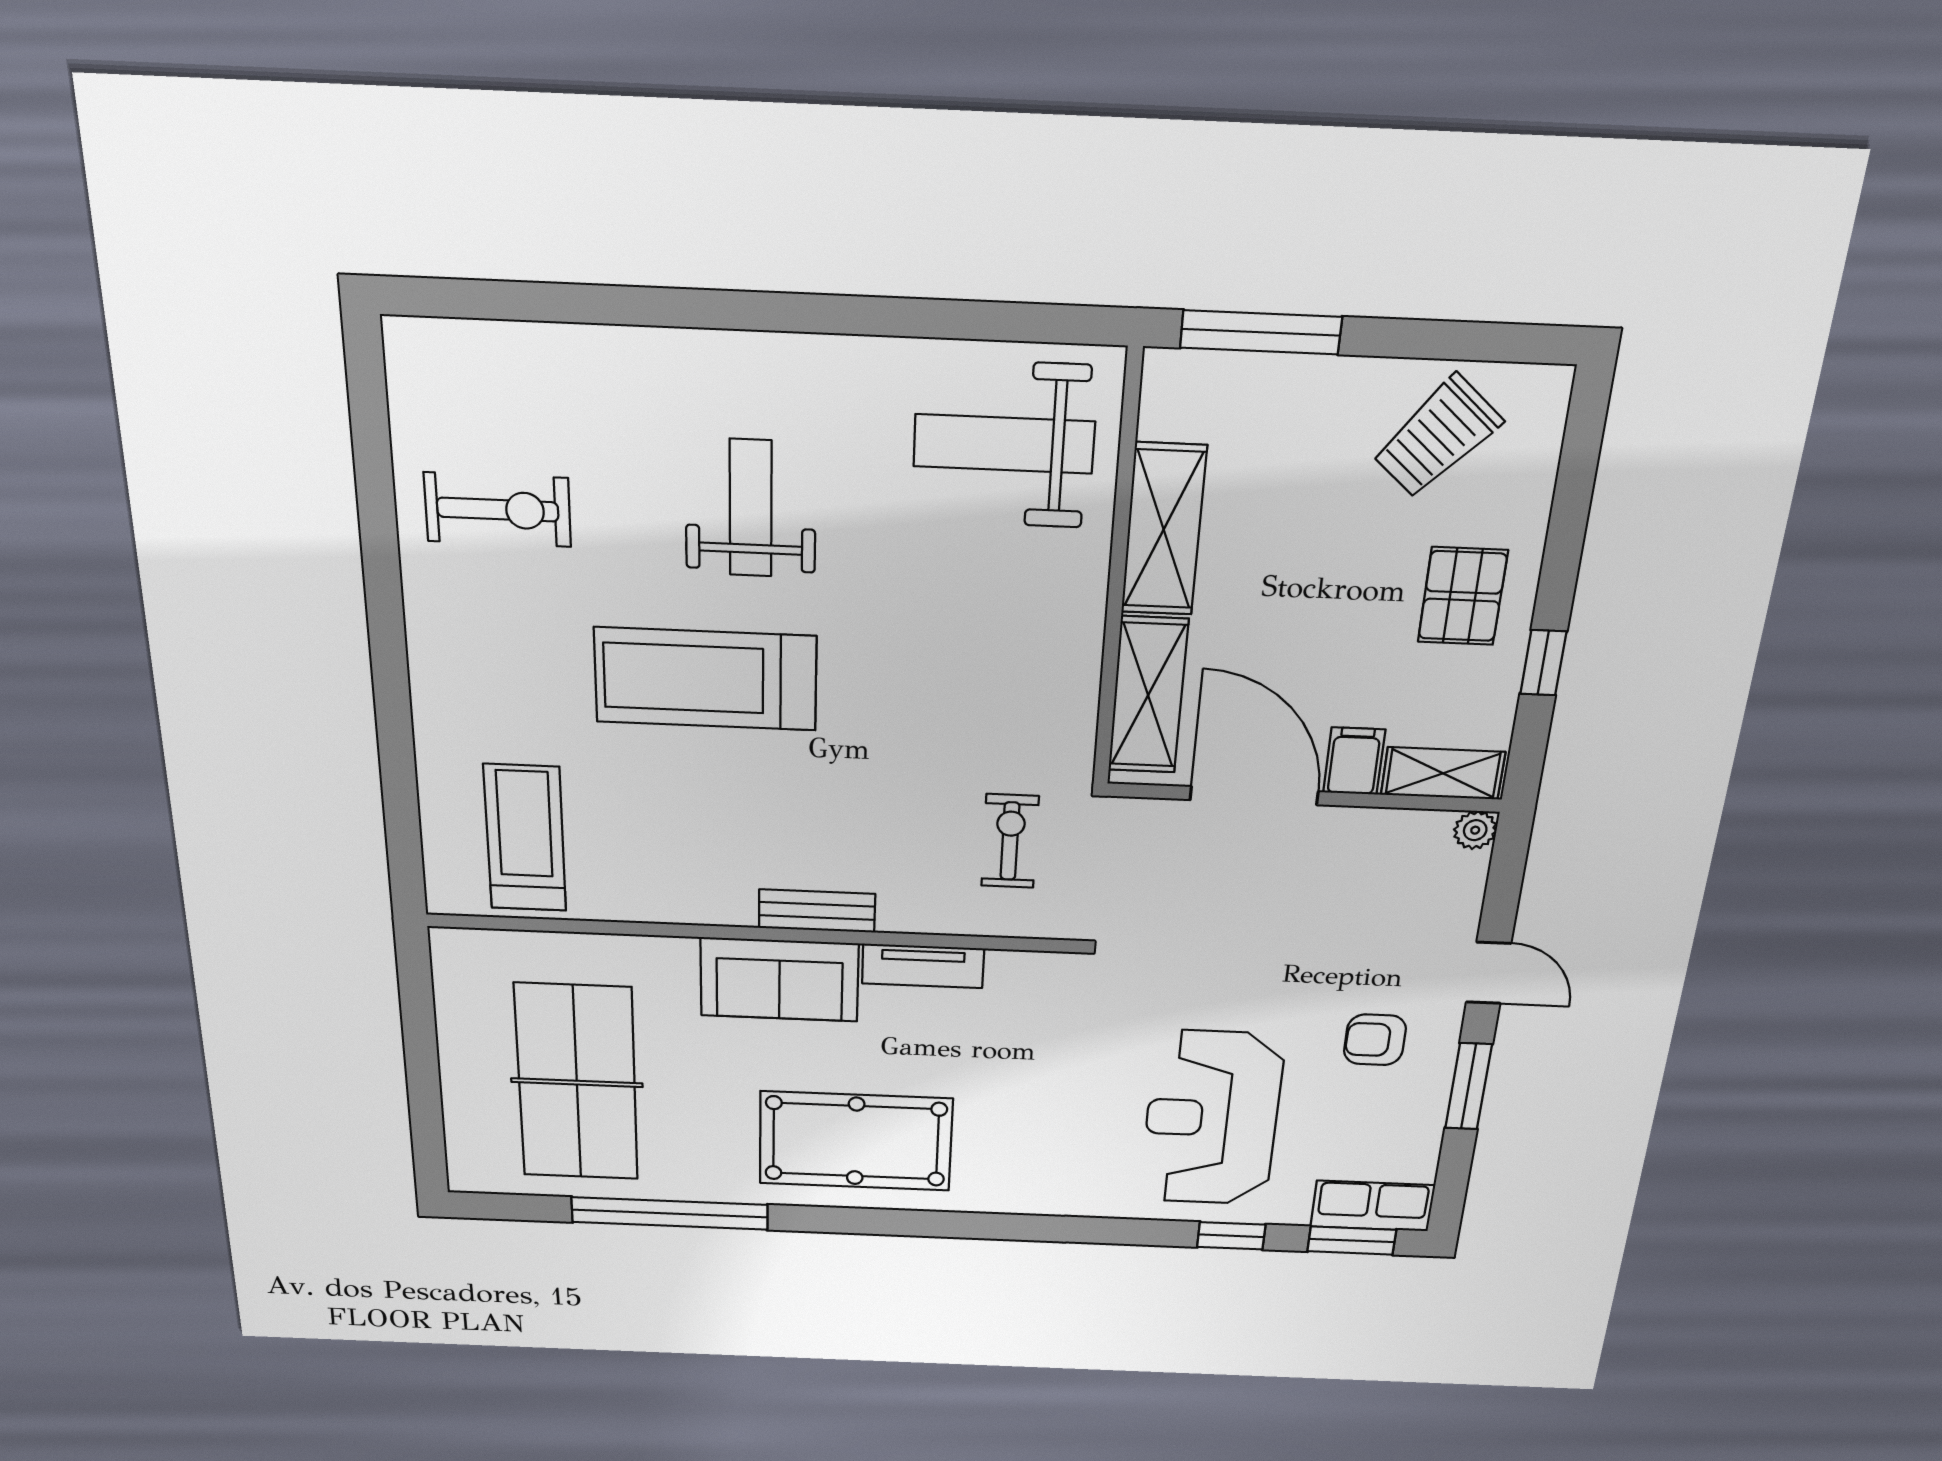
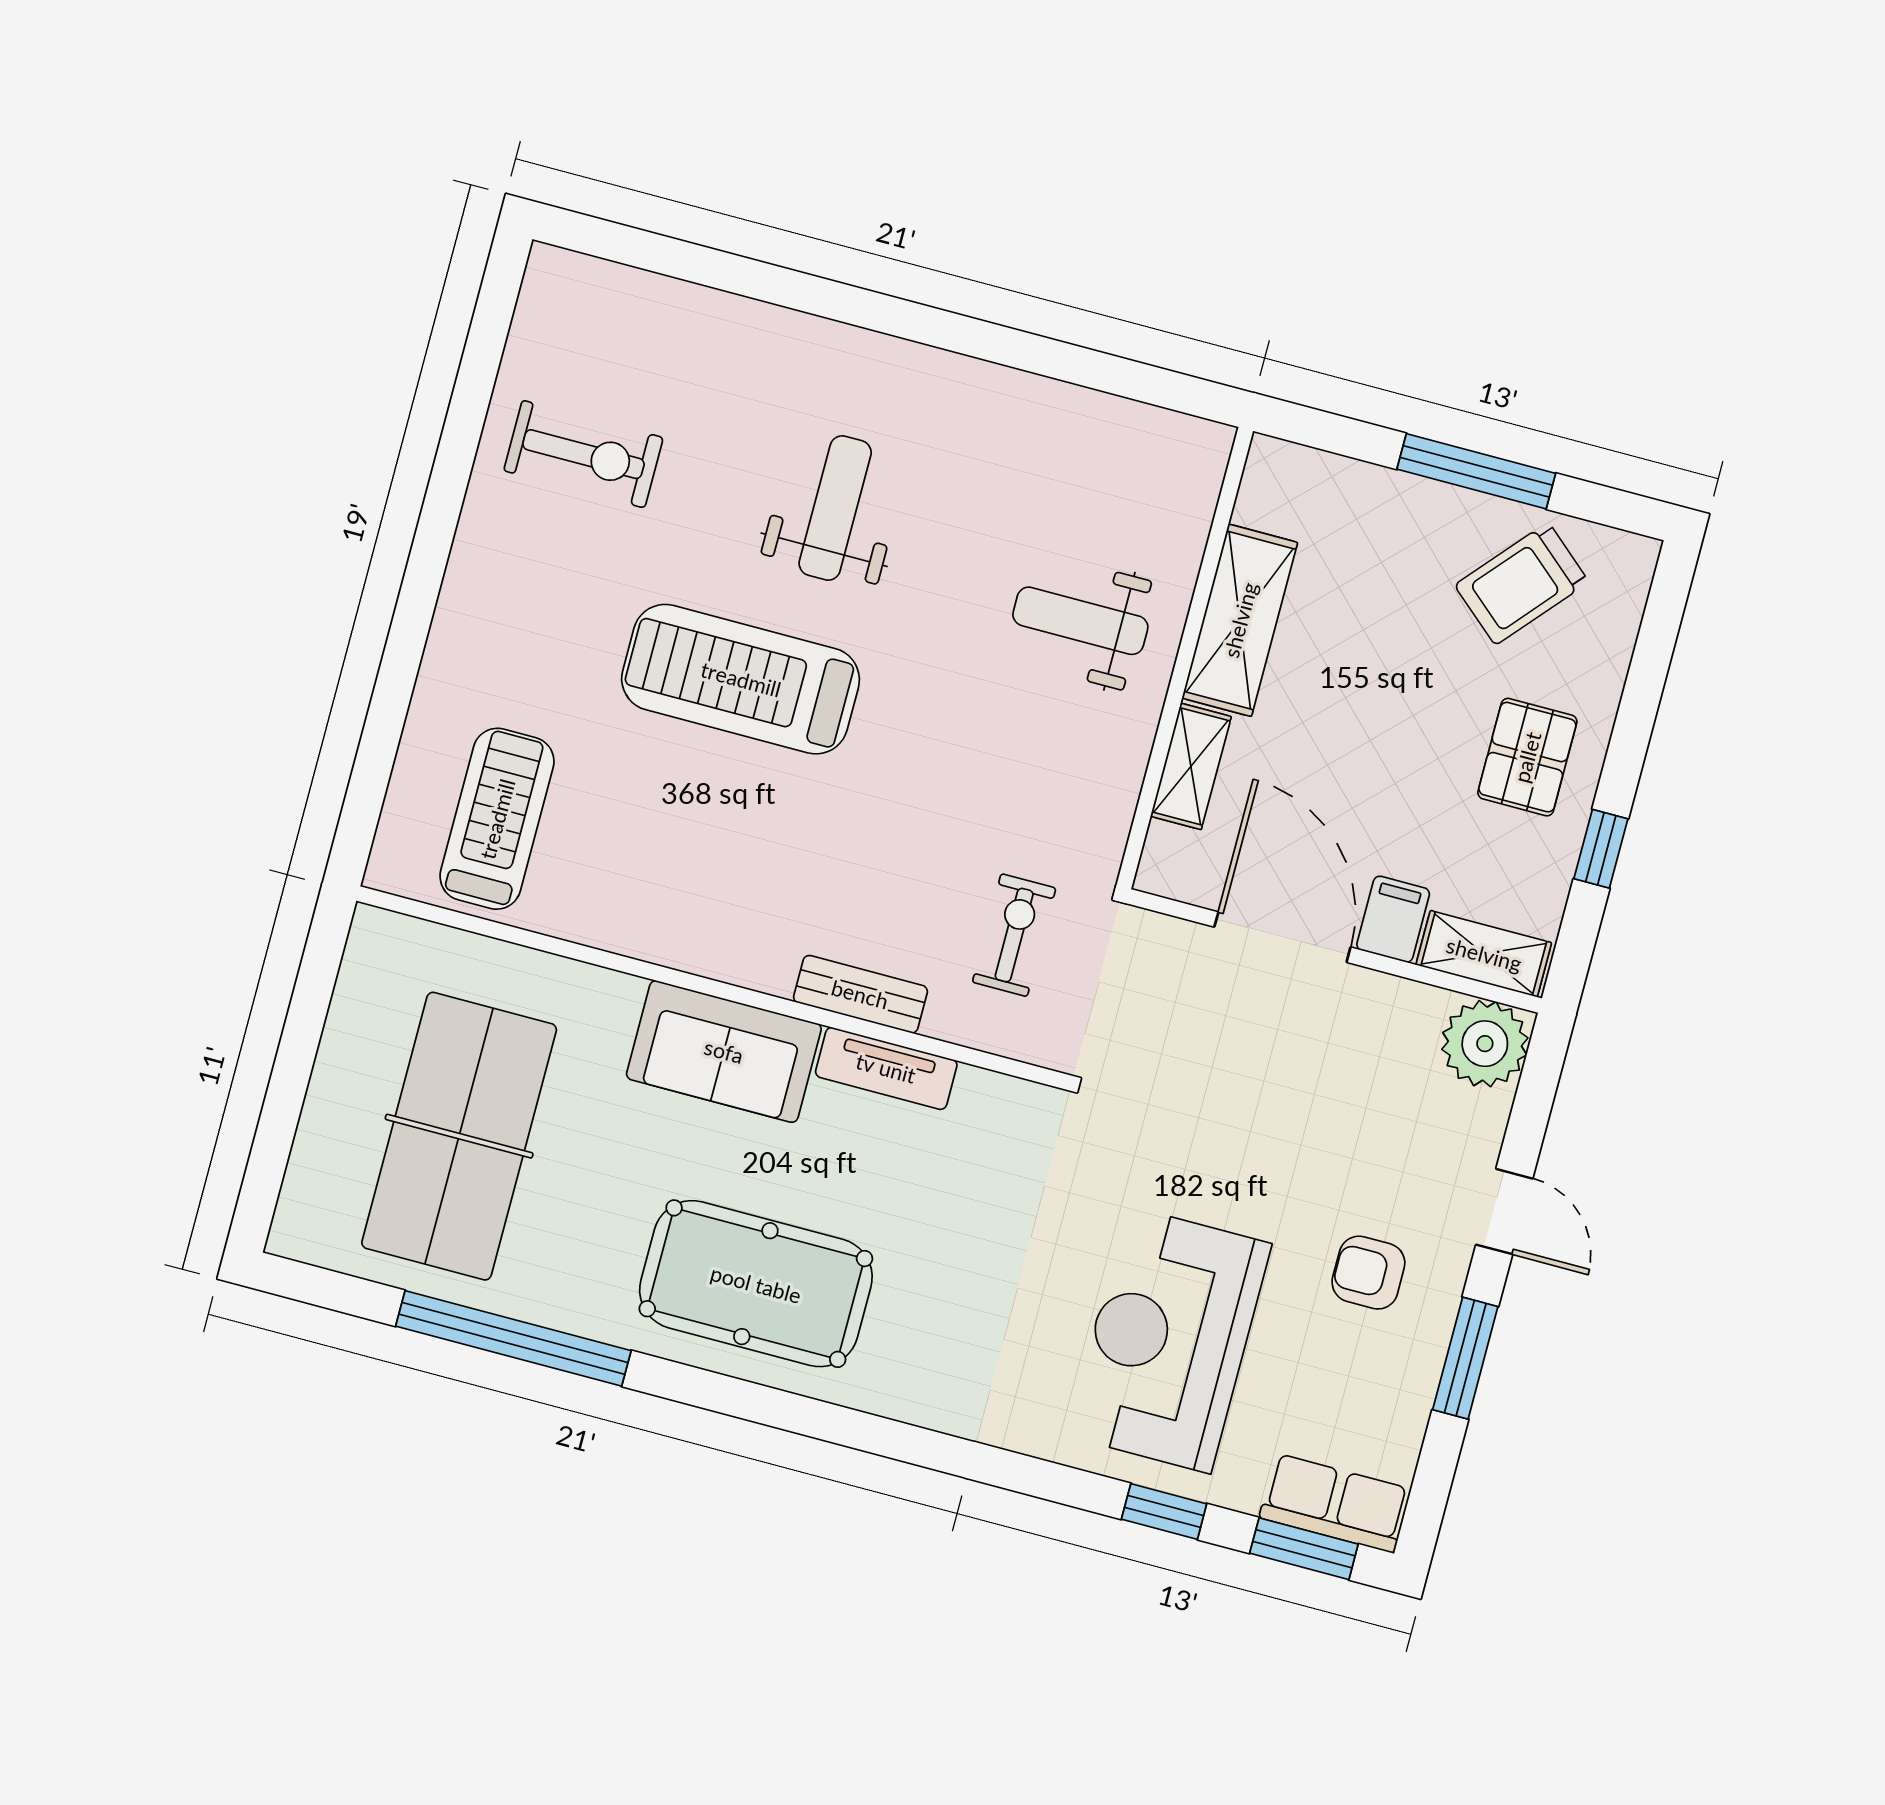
window: (1261, 332) -> (1476, 471), moved
weight bench: (1004, 444) -> (1080, 621), moved, width x0.73, depth x0.75
shelving: (1148, 695) -> (1191, 766), width x0.67, depth x0.75
plant: (1475, 830) -> (1485, 1044), width x1.88, depth x1.88
bench: (817, 911) -> (860, 994), moved

